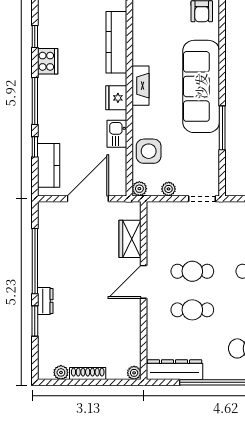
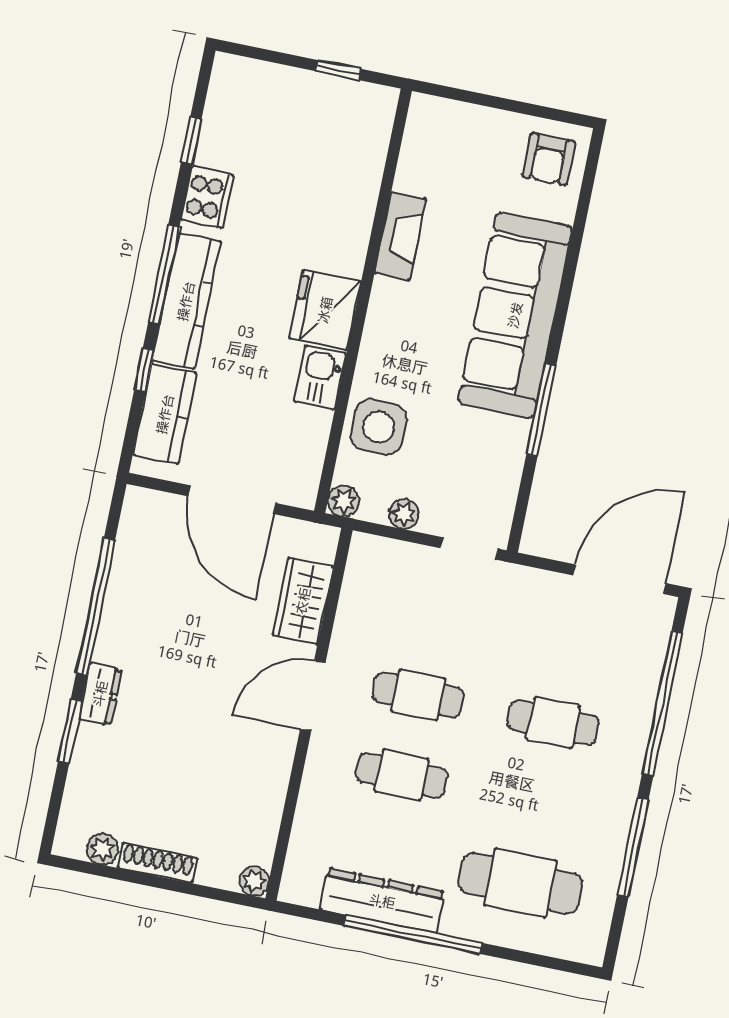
kitchen counter: (116, 42) -> (186, 301), moved, turned 180
fireplace: (140, 86) -> (400, 236), moved
fridge: (116, 98) -> (325, 310), width x1.36, depth x1.34
door: (88, 199) -> (232, 500), swing flipped
dresser: (175, 370) -> (382, 901), moved

